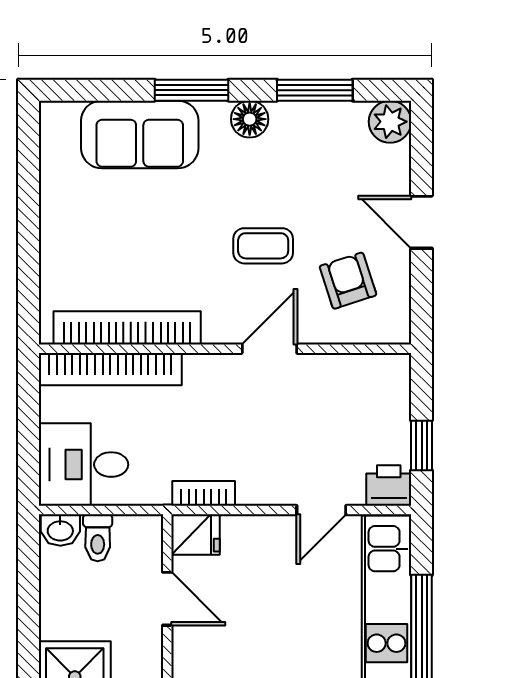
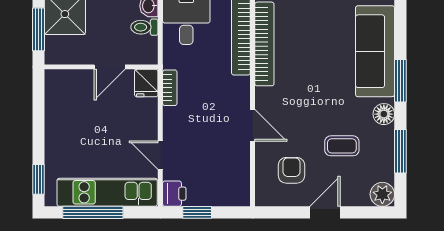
sofa: (140, 134) -> (375, 51), width x1.36
coffee table: (263, 246) -> (342, 146), moved, turned 90
armchair: (348, 281) -> (291, 170), turned -72

